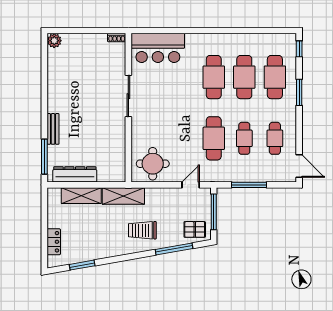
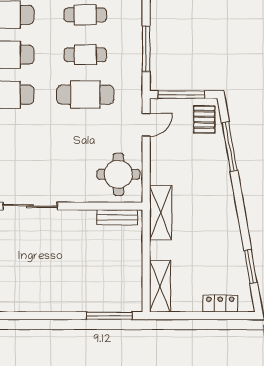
bench: (53, 129) -> (117, 217), moved
dresser: (75, 174) -> (132, 276), removed
door: (191, 185) -> (146, 125), swing flipped
shelving: (81, 196) -> (160, 286), moved
trolley: (142, 230) -> (205, 188), removed

